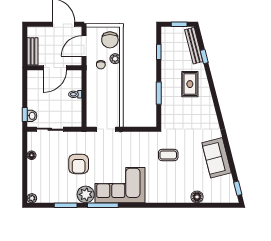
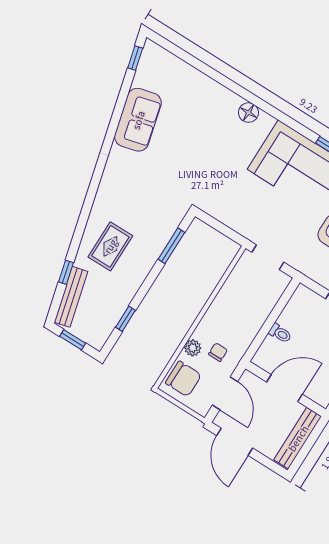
chair: (110, 40) -> (183, 379), turned 90
door: (84, 46) -> (225, 393), hinge flipped
bench: (32, 51) -> (298, 438), width x1.36
window: (159, 93) -> (171, 246), moved
coffee table: (168, 155) -> (203, 166), removed
floor lamp: (197, 197) -> (248, 113), moved

